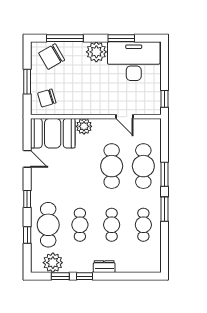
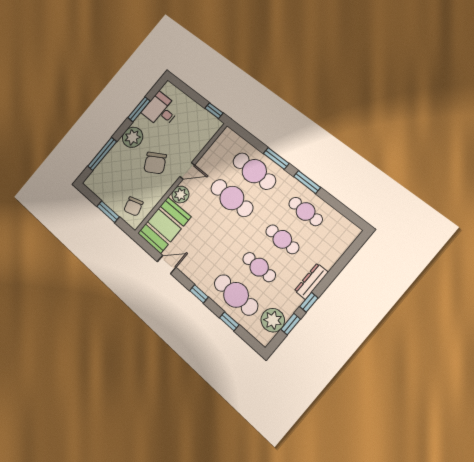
chair: (52, 57) -> (155, 163), moved
desk: (134, 61) -> (161, 110), width x0.53, depth x0.77
door: (125, 117) -> (187, 171), moved
dresser: (104, 267) -> (311, 281), width x1.44

